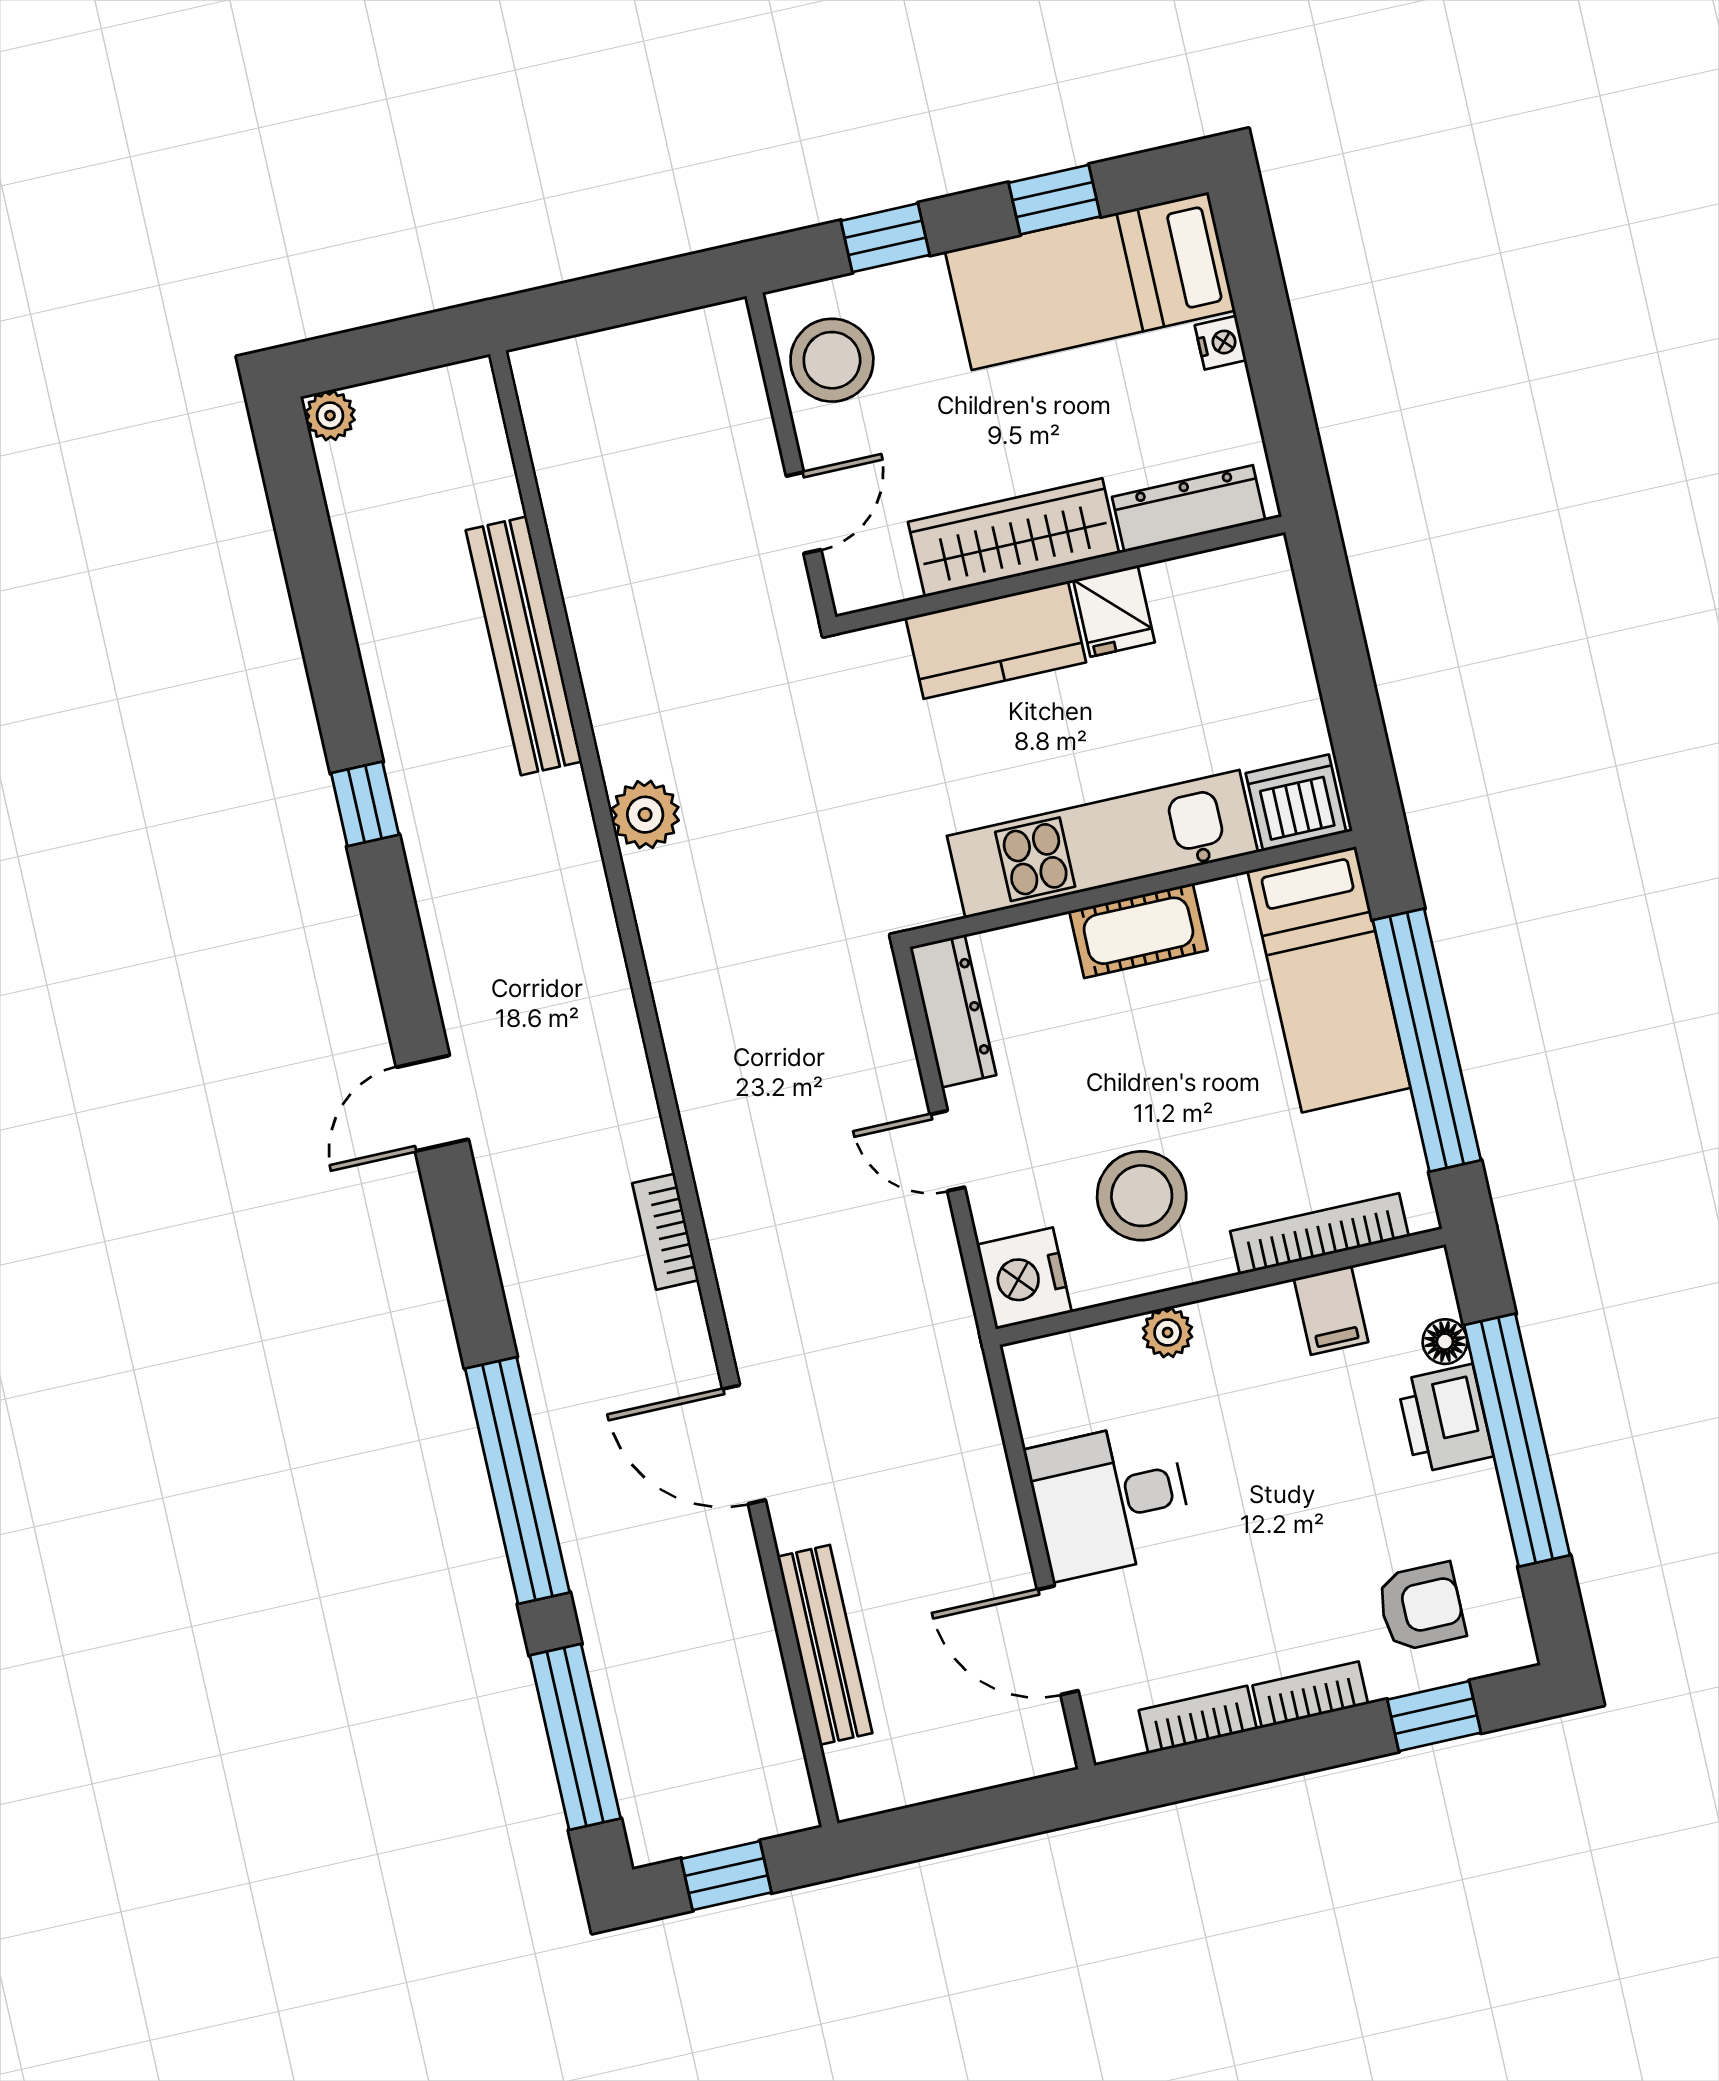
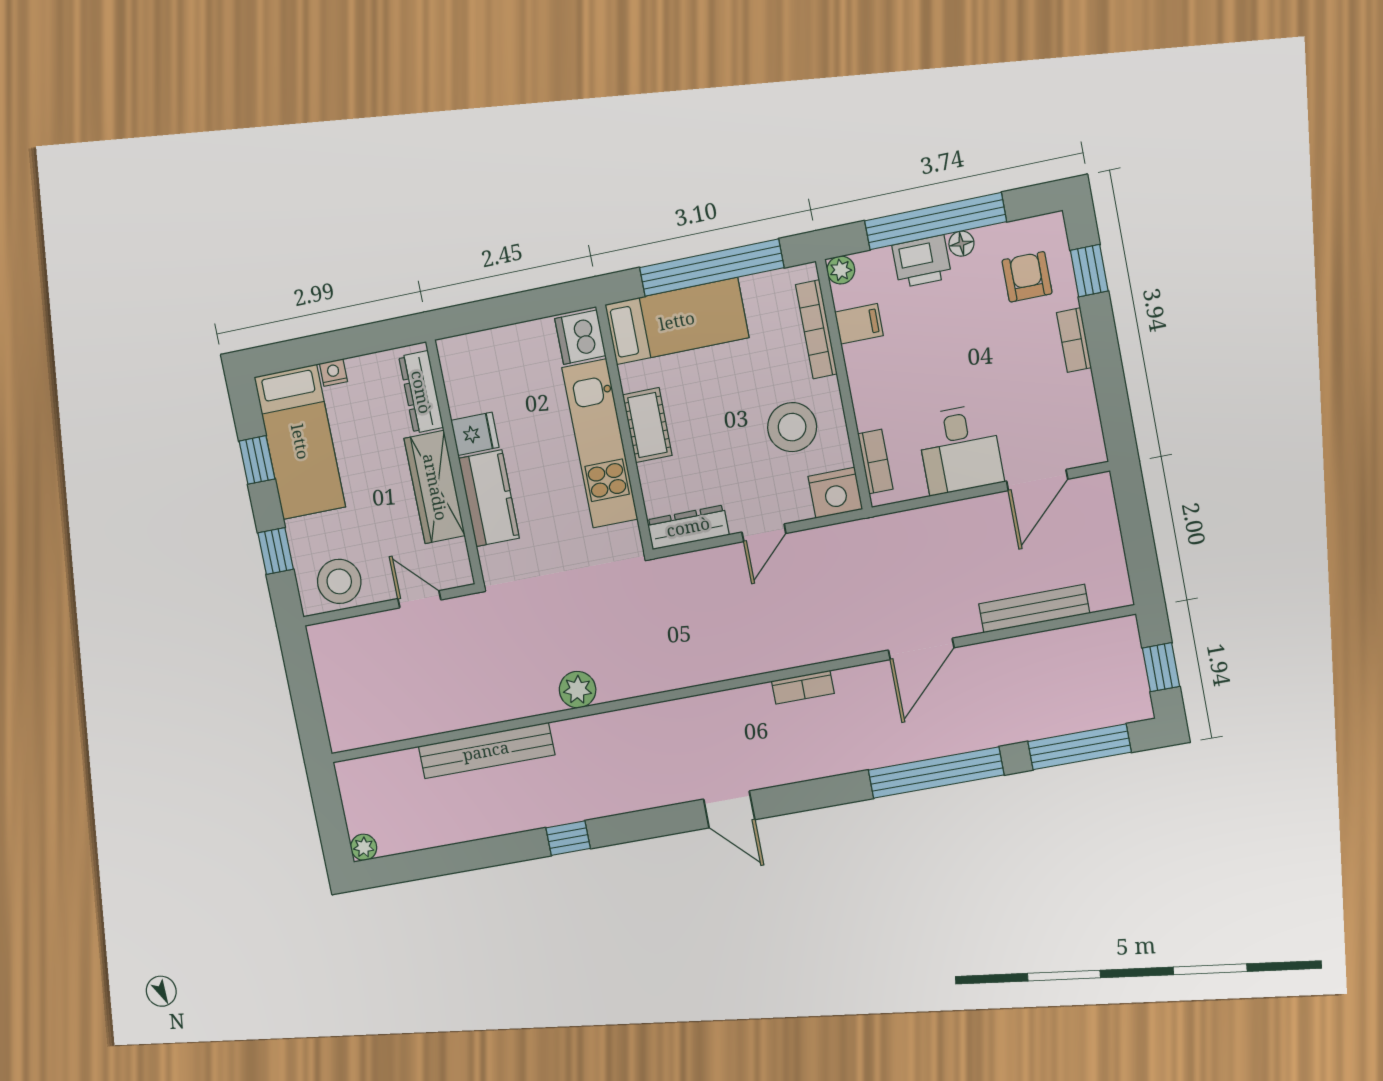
plant: (1168, 1333) -> (841, 270), moved
floor lamp: (1445, 1342) -> (961, 244), moved
bookcase: (1198, 1720) -> (875, 462), moved, turned 180

